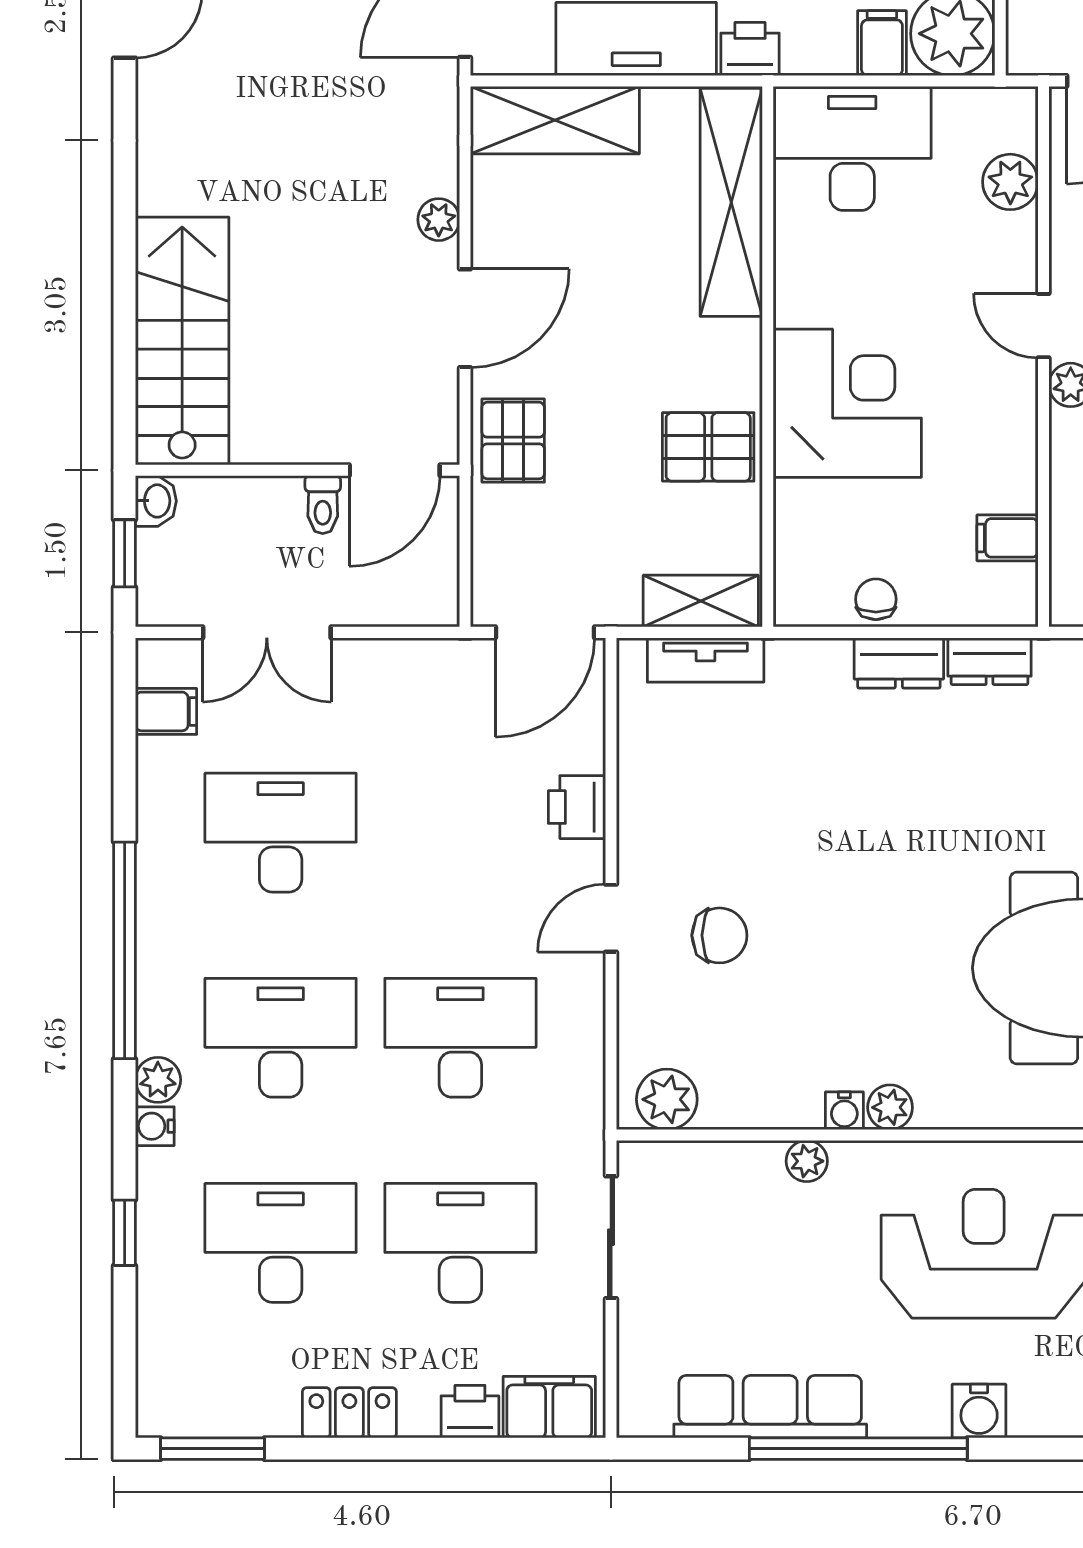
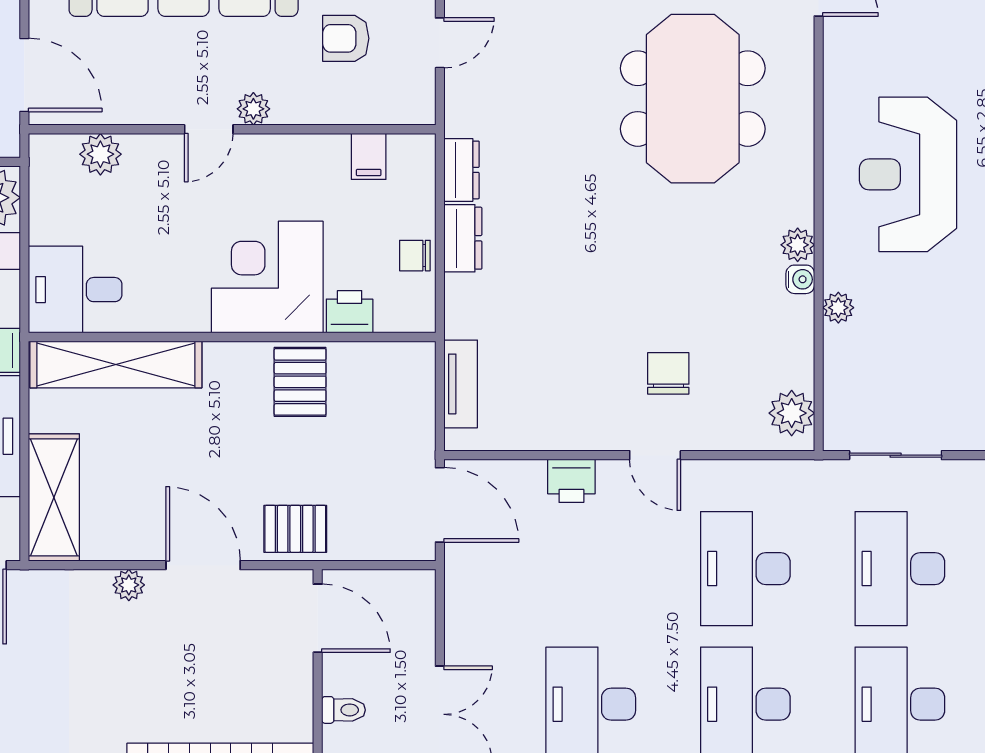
desk: (852, 148) -> (75, 290), width x0.73
toilet: (323, 505) -> (344, 710), moved
printer: (801, 513) -> (350, 312), added
shelving: (701, 601) -> (416, 387), removed

